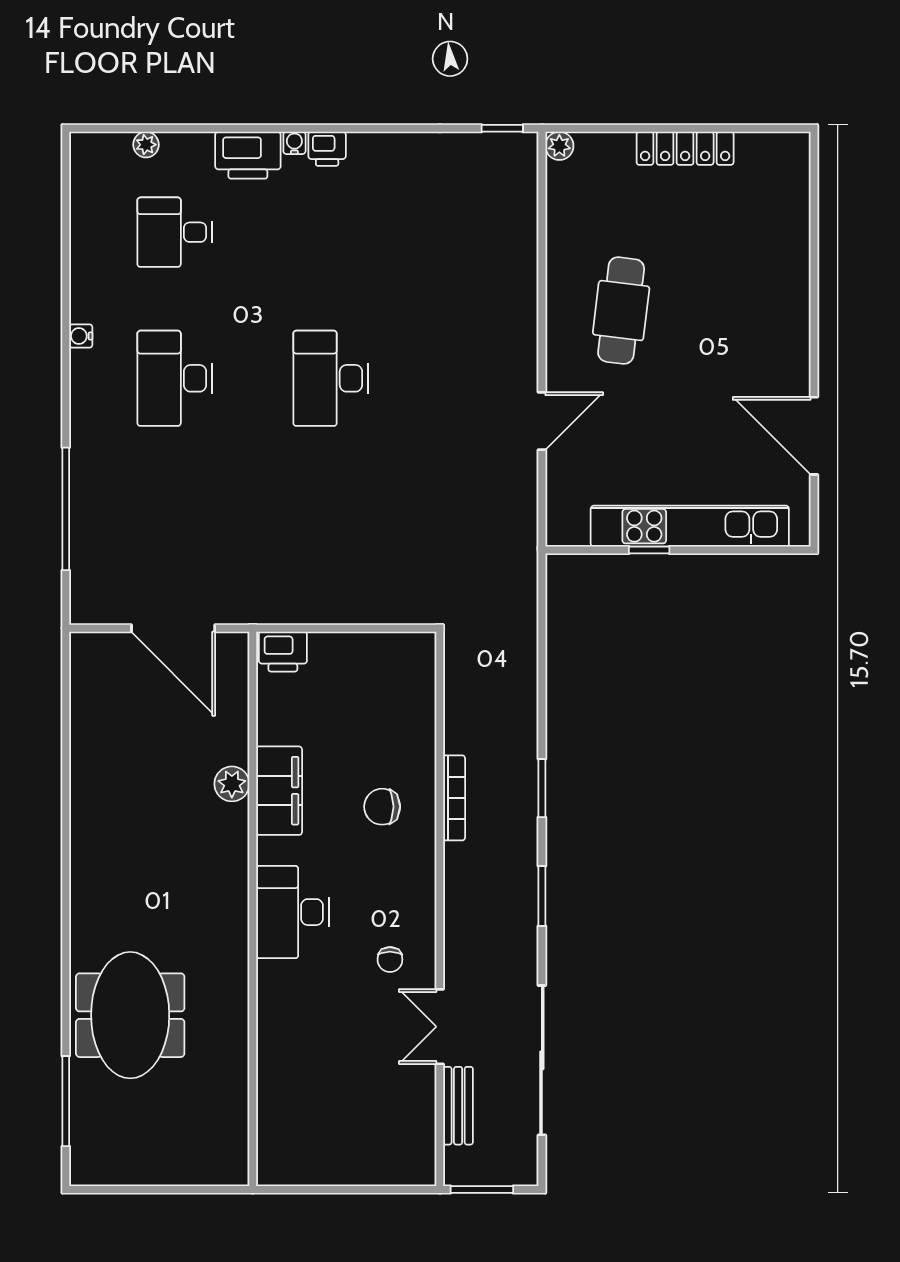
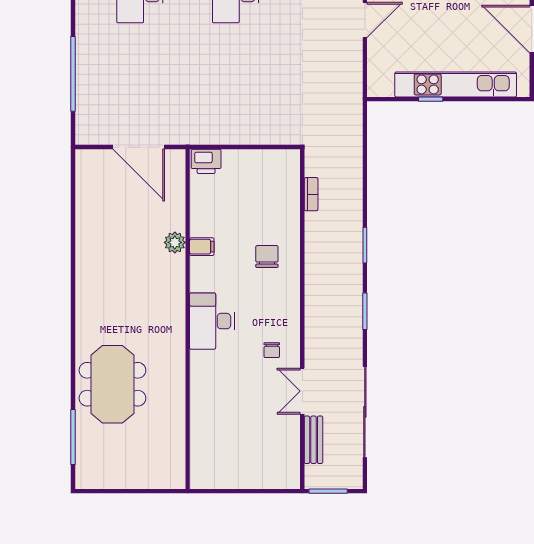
filing cabinet: (279, 791) -> (202, 247), width x0.33, depth x0.86
bookcase: (454, 798) -> (311, 194), moved, width x0.64
chair: (382, 807) -> (267, 256), turned 90

